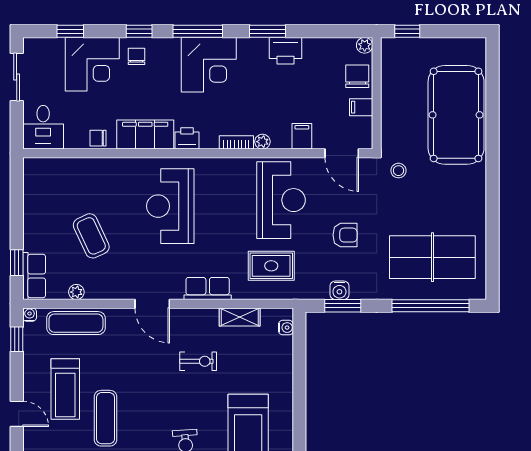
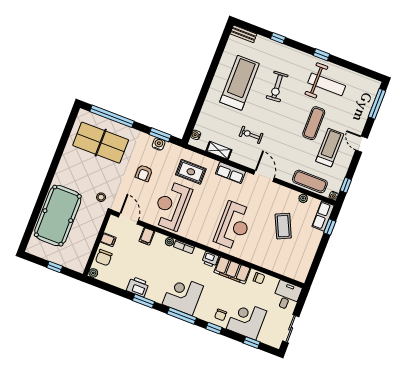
window: (407, 31) -> (55, 267), moved
armchair: (345, 235) -> (144, 173), turned -90

